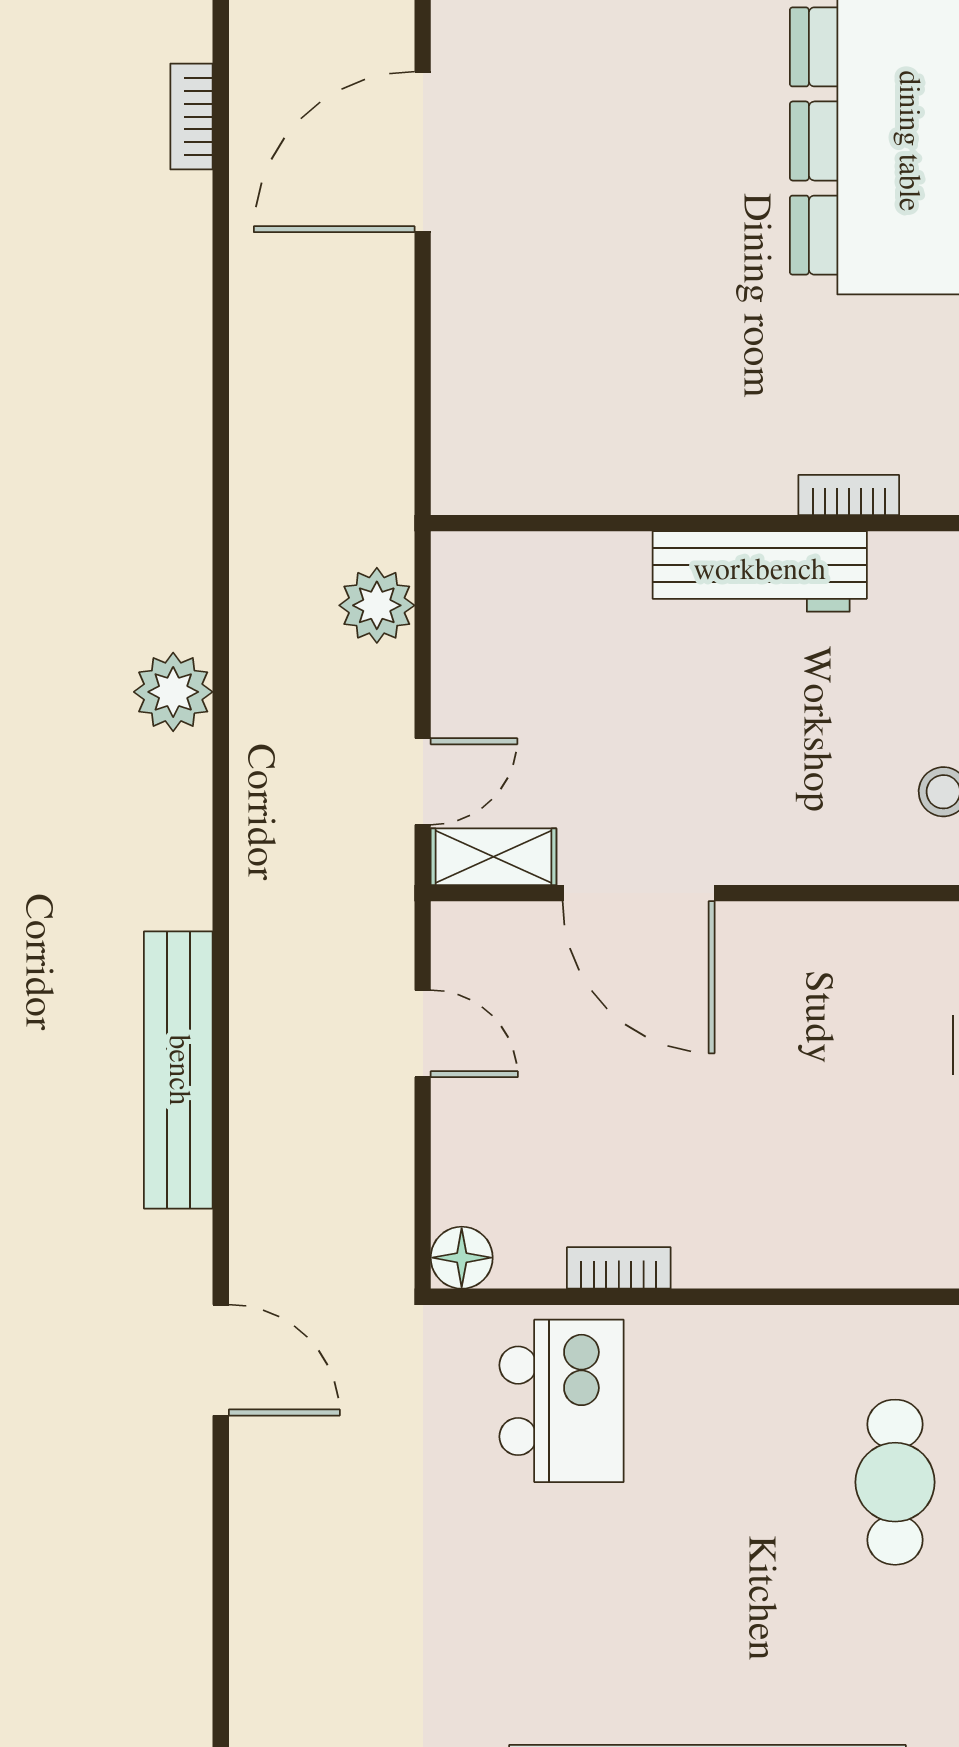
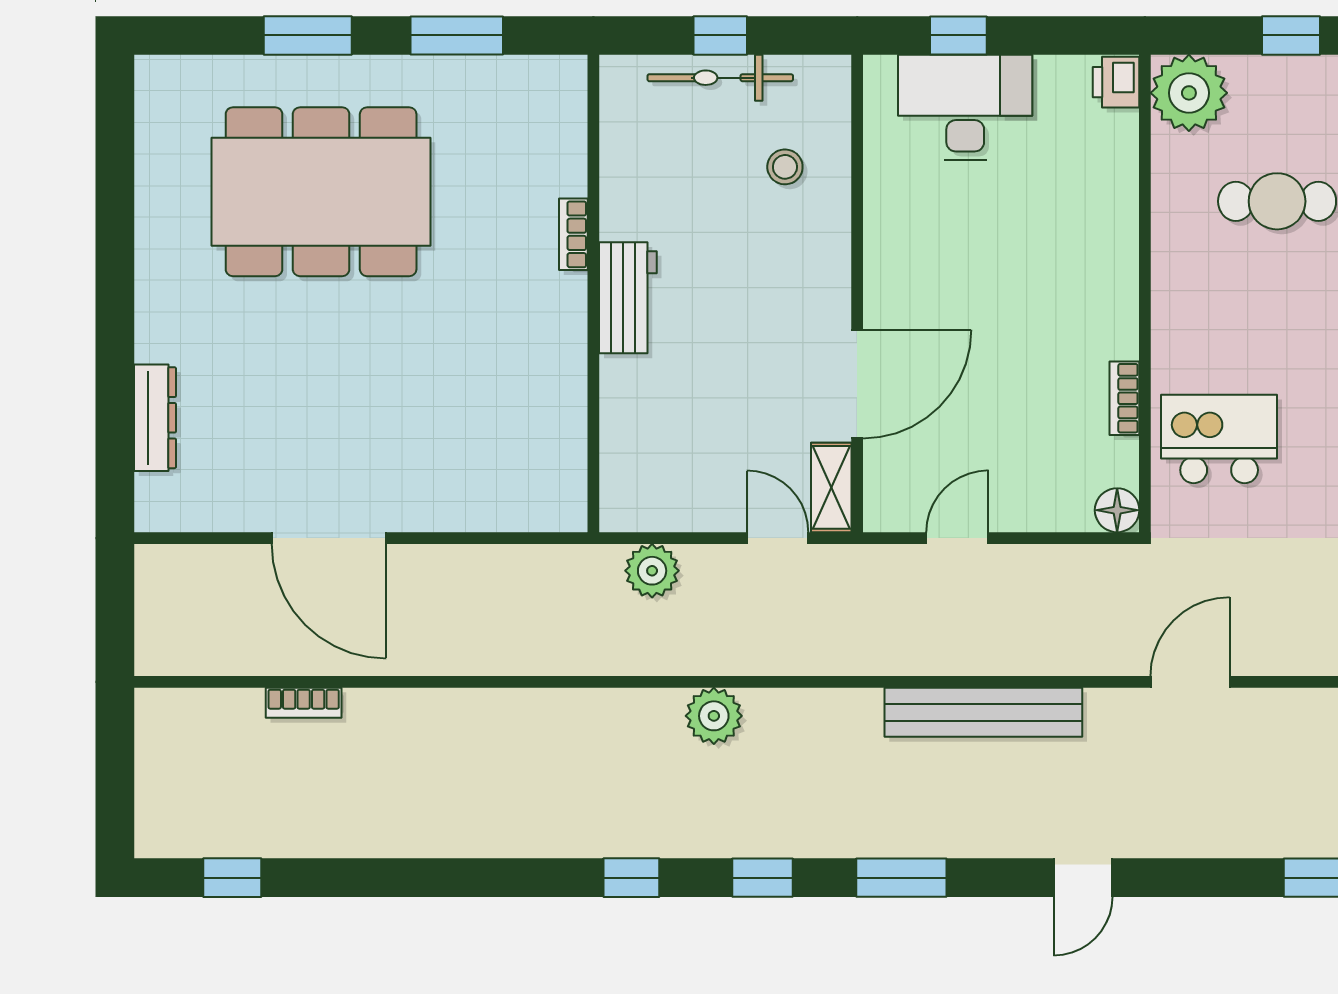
workbench: (760, 571) -> (628, 298), width x0.73

